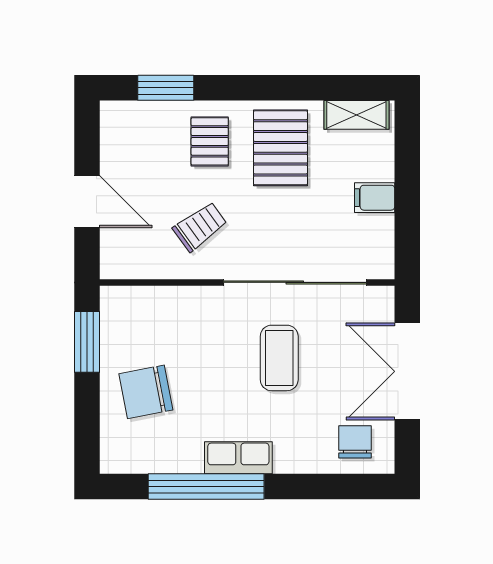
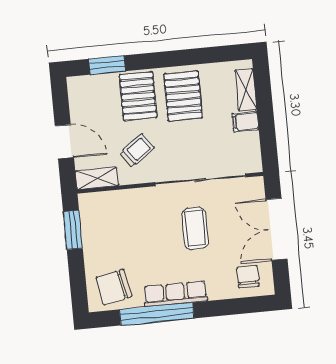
shelving: (356, 115) -> (246, 90), moved, turned 90
pallet: (210, 141) -> (138, 96), width x1.50, depth x1.42
shelving: (133, 264) -> (97, 178), added
chair: (146, 392) -> (114, 287), moved
row of seats: (238, 458) -> (175, 294), width x1.48

